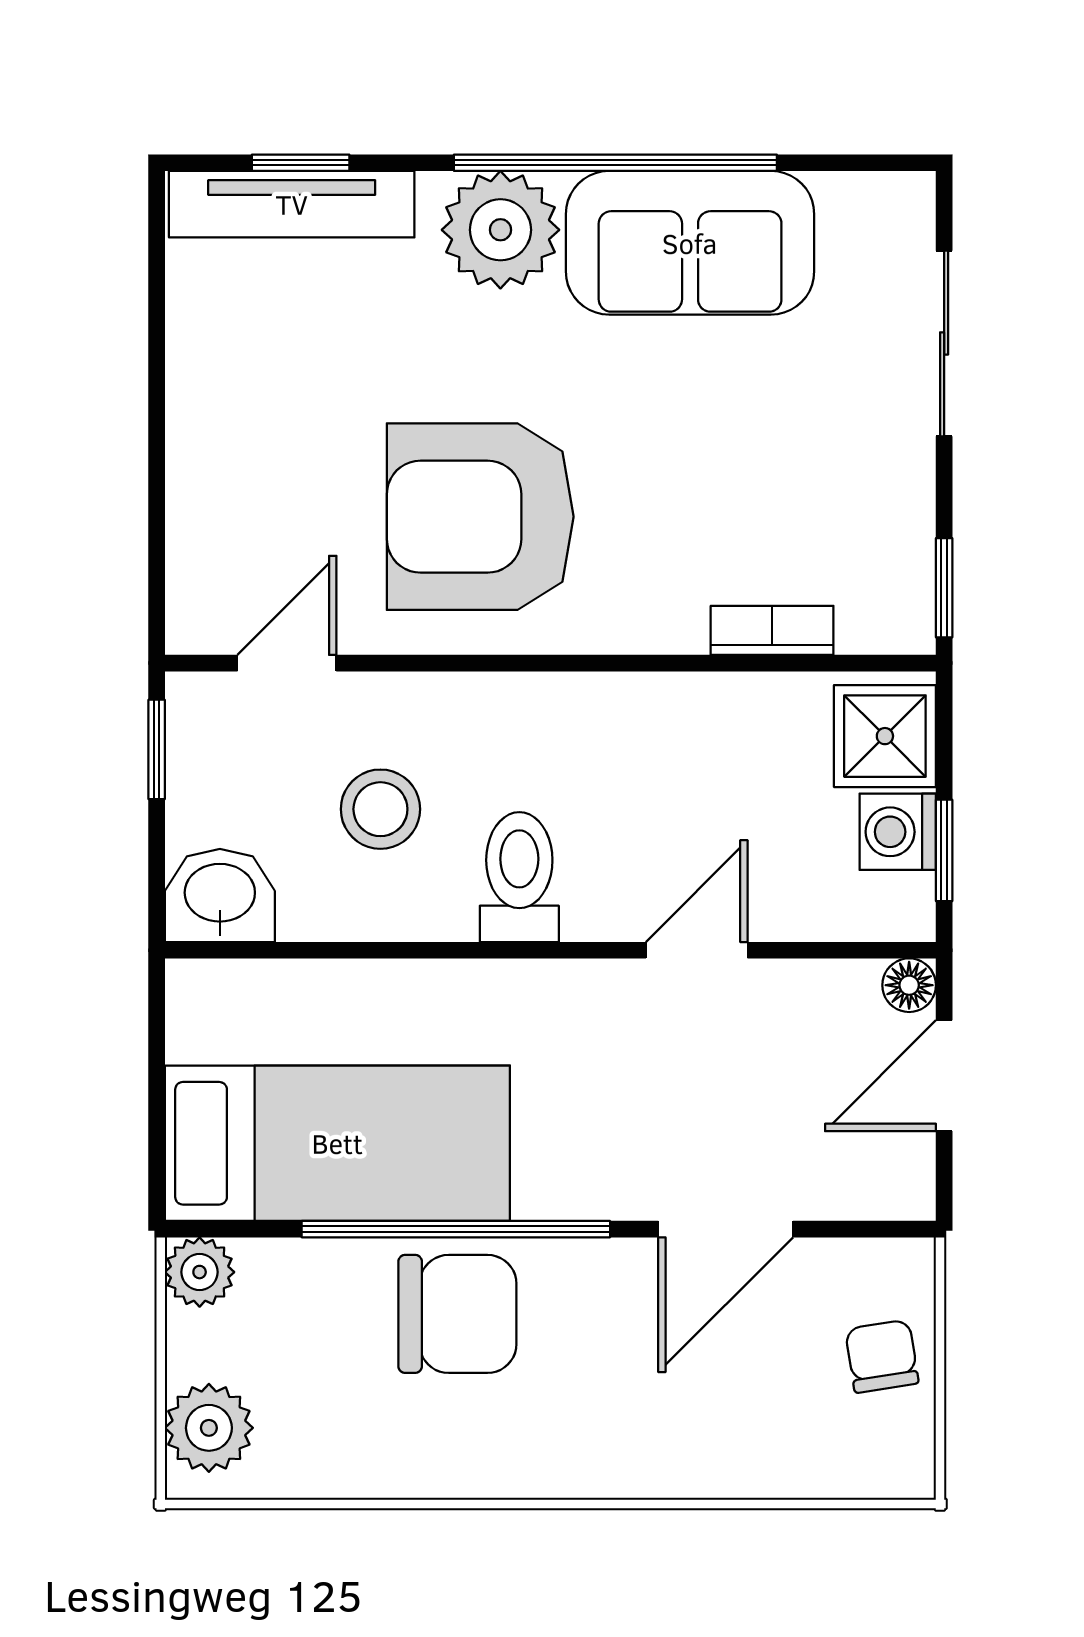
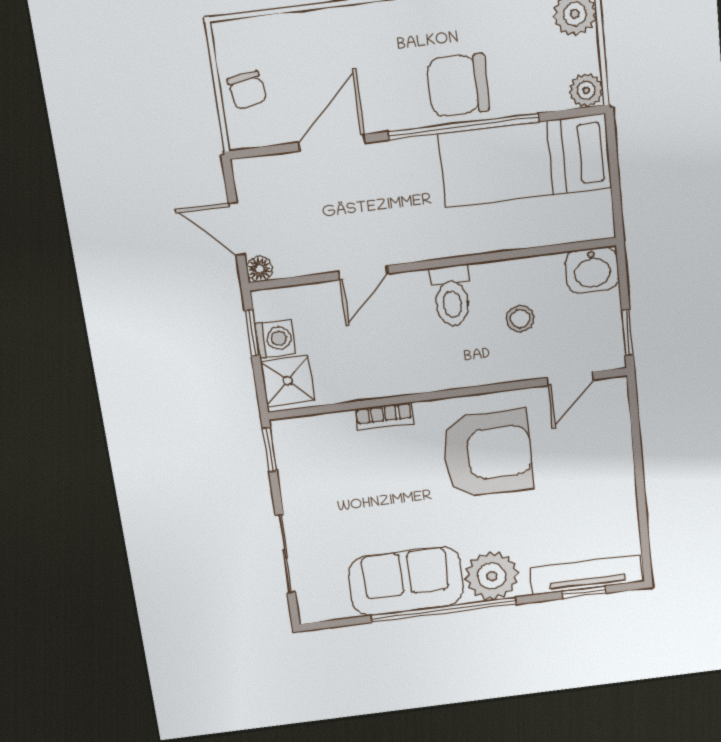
bookcase: (772, 630) -> (384, 416), moved
stool: (380, 809) -> (520, 319), width x0.73, depth x0.73
door: (944, 1076) -> (237, 229), swing flipped

